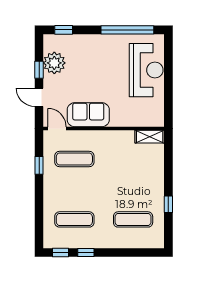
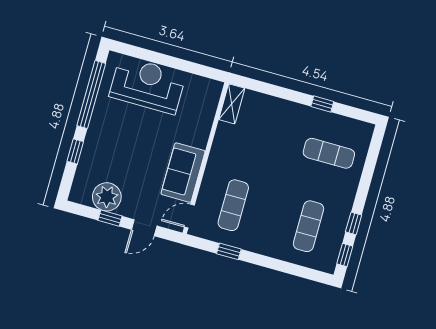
window: (64, 30) -> (75, 151), moved
exercise mat: (133, 219) -> (329, 153), turned 90

